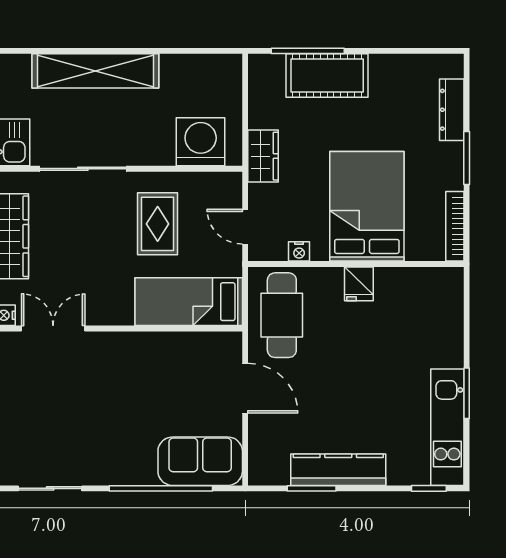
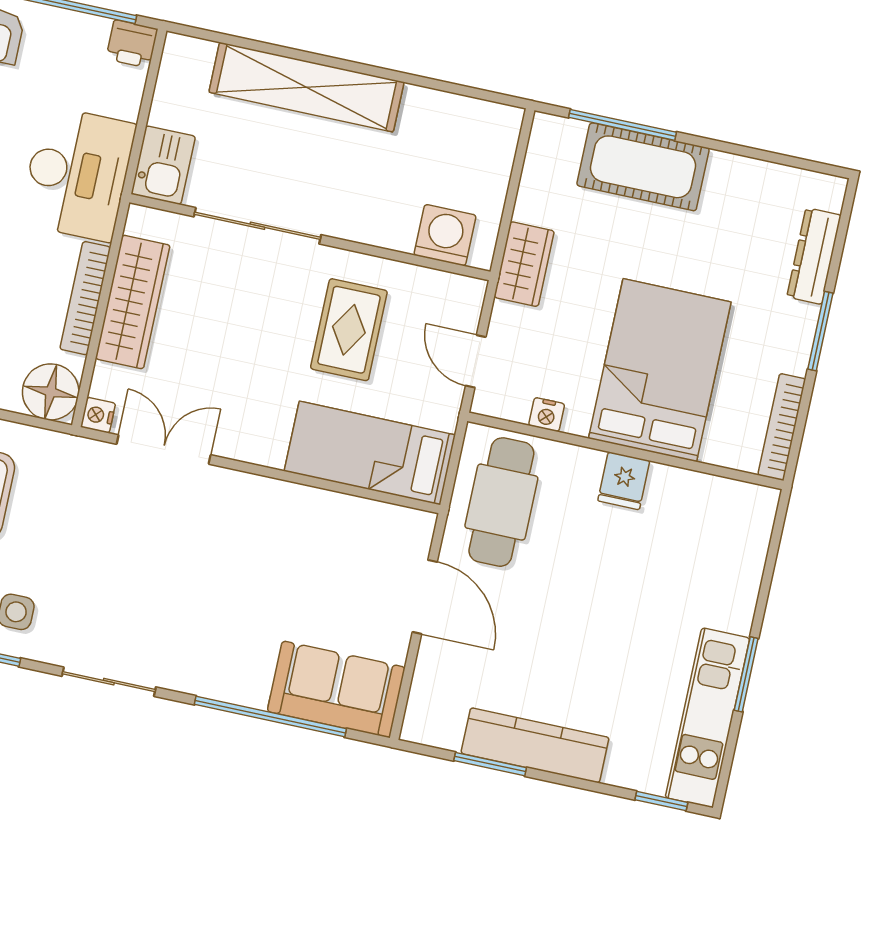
washing machine: (201, 142) -> (445, 235), width x0.73, depth x0.73

